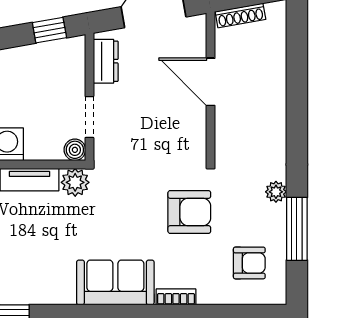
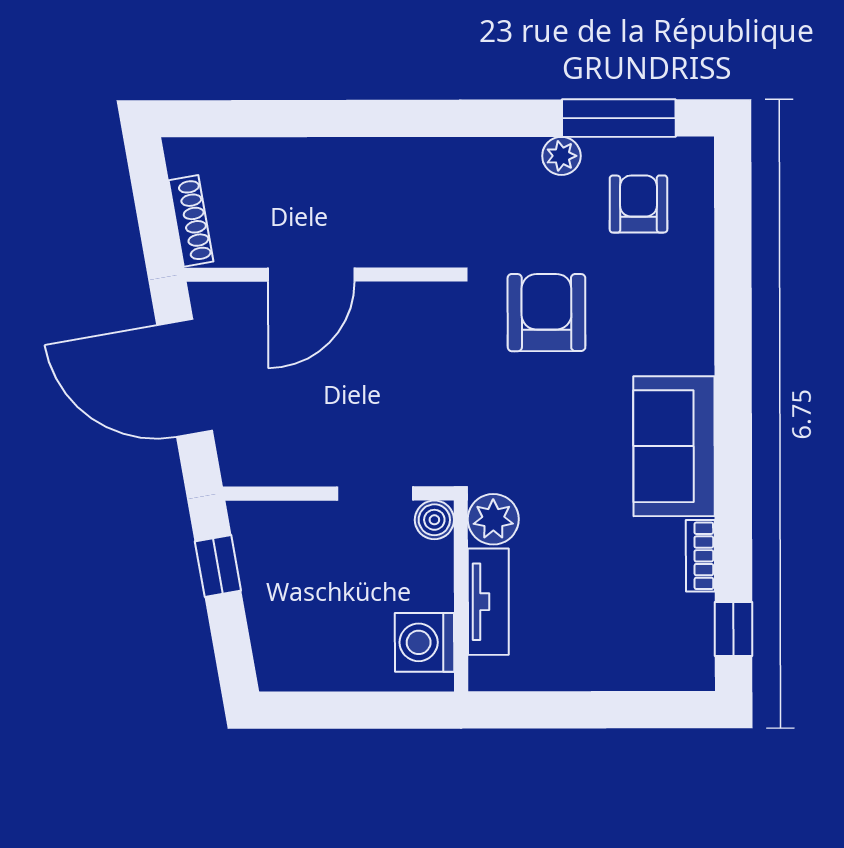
dresser: (106, 61) -> (274, 464), removed
plant: (276, 192) -> (561, 156), moved
window: (297, 229) -> (619, 118), moved
bookcase: (176, 297) -> (700, 556), moved

